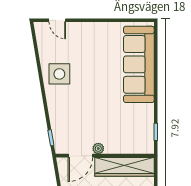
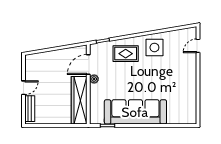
sofa: (139, 64) -> (135, 112), moved
rug: (67, 110) -> (126, 54), added
door: (80, 156) -> (88, 64), hinge flipped

